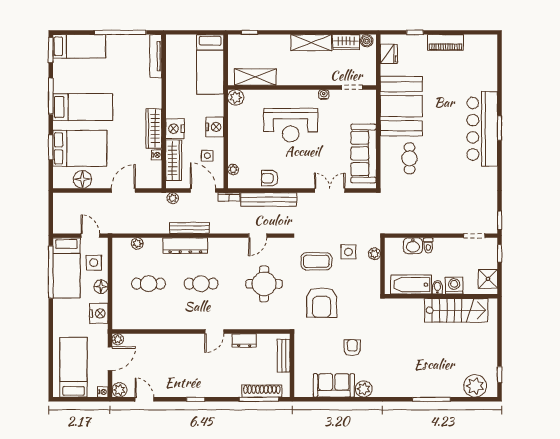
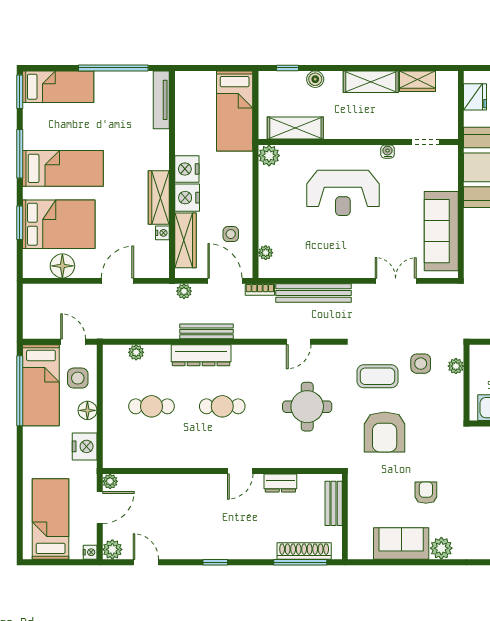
boiler: (367, 41) -> (315, 79), moved
nightstand: (215, 127) -> (187, 169), moved, turned 180
armchair: (270, 178) -> (315, 264), removed

